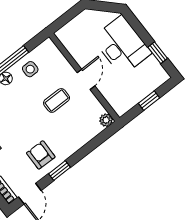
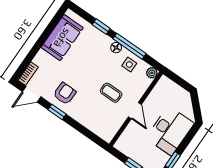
door: (86, 79) -> (135, 111), hinge flipped
plant: (106, 120) -> (152, 73), moved

